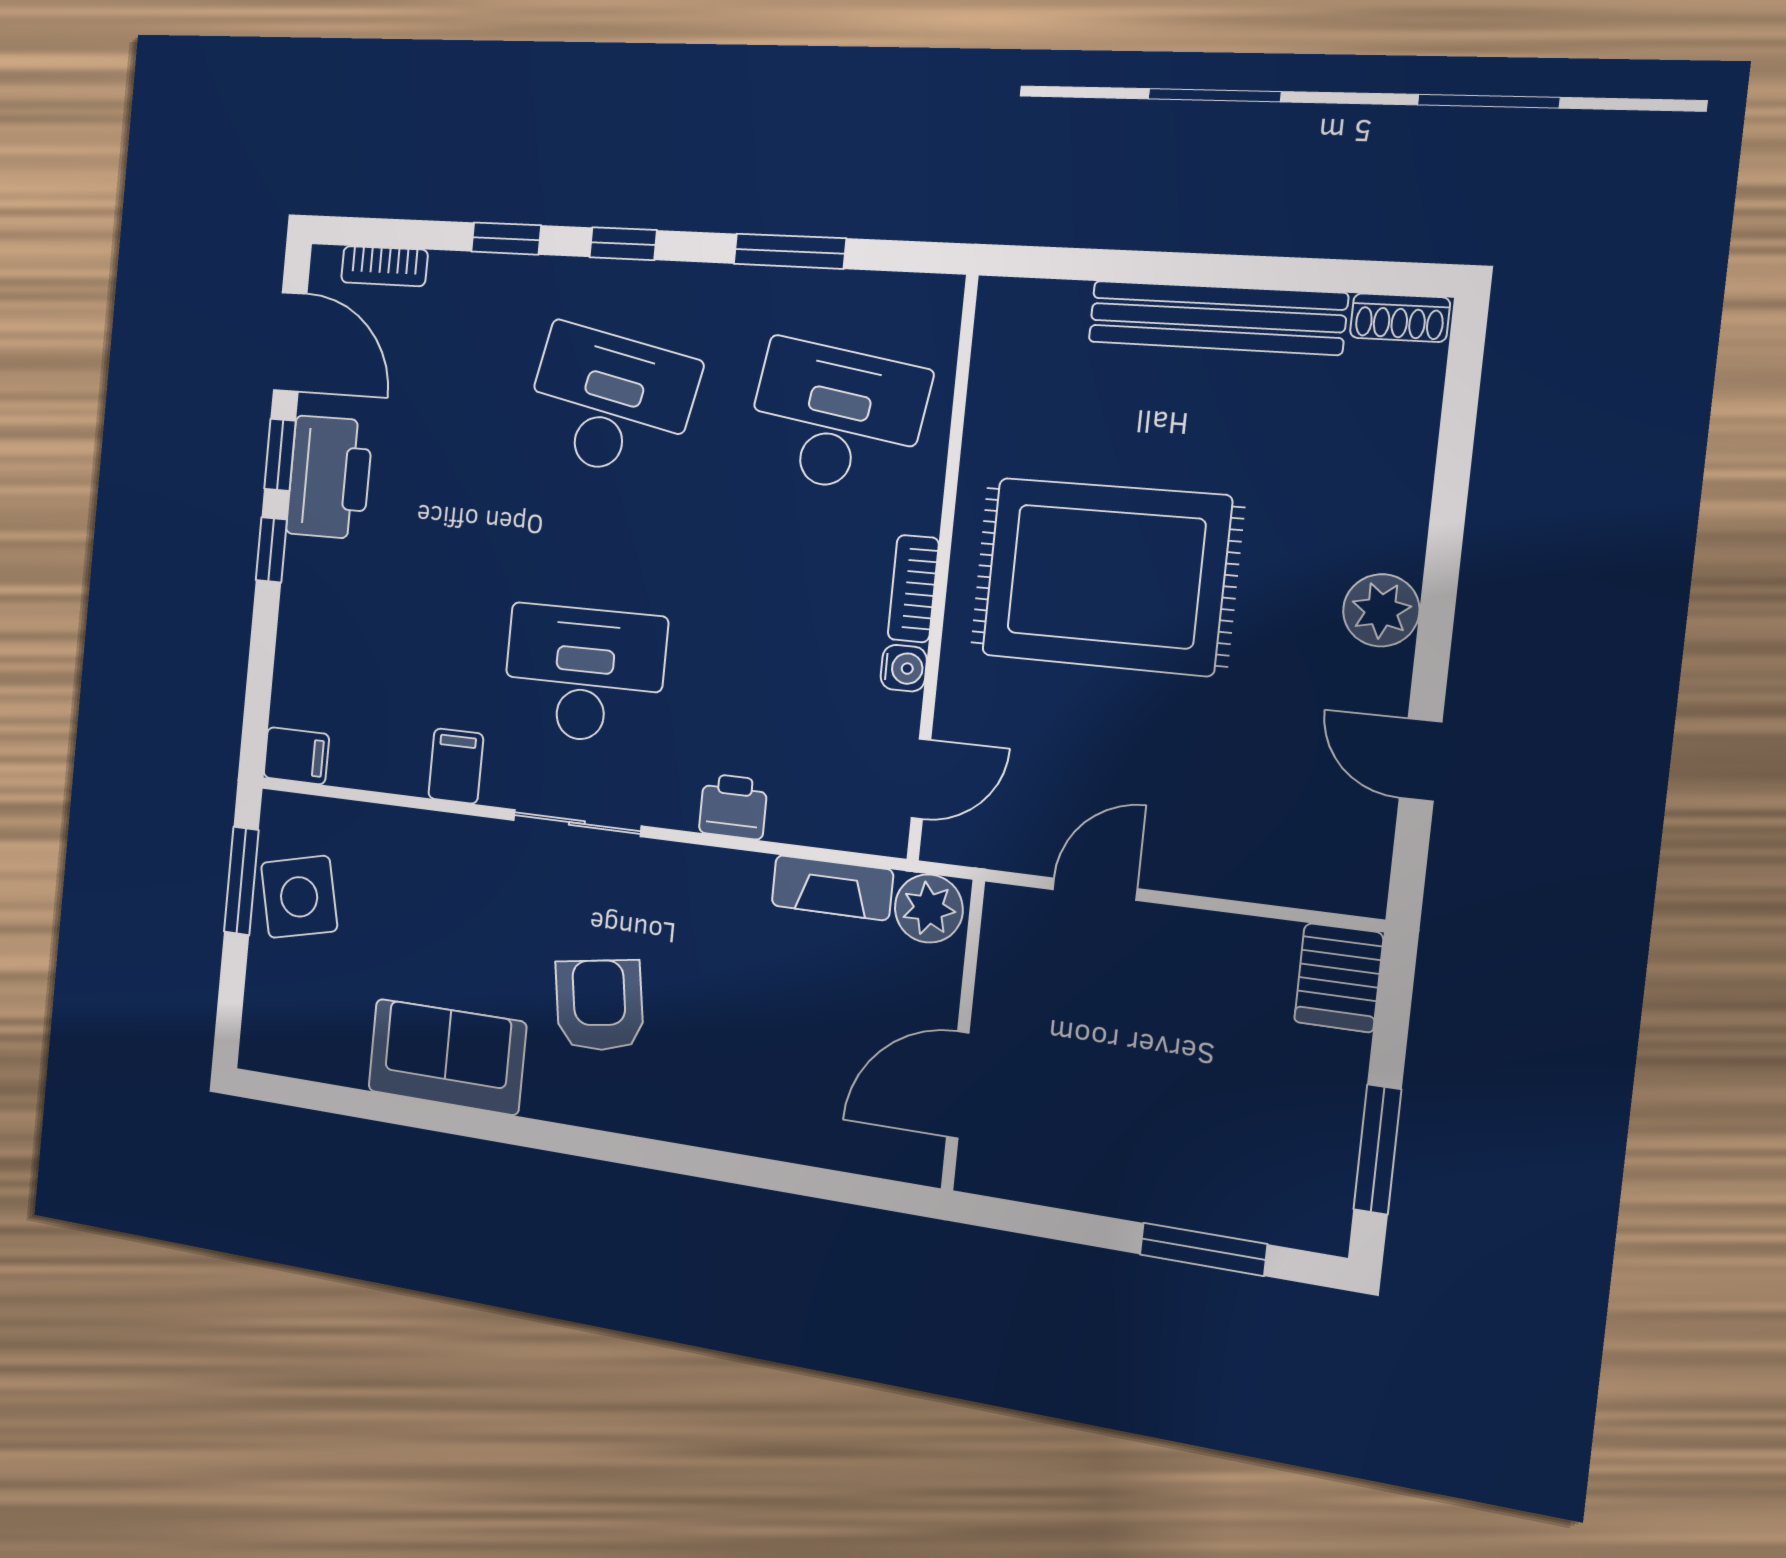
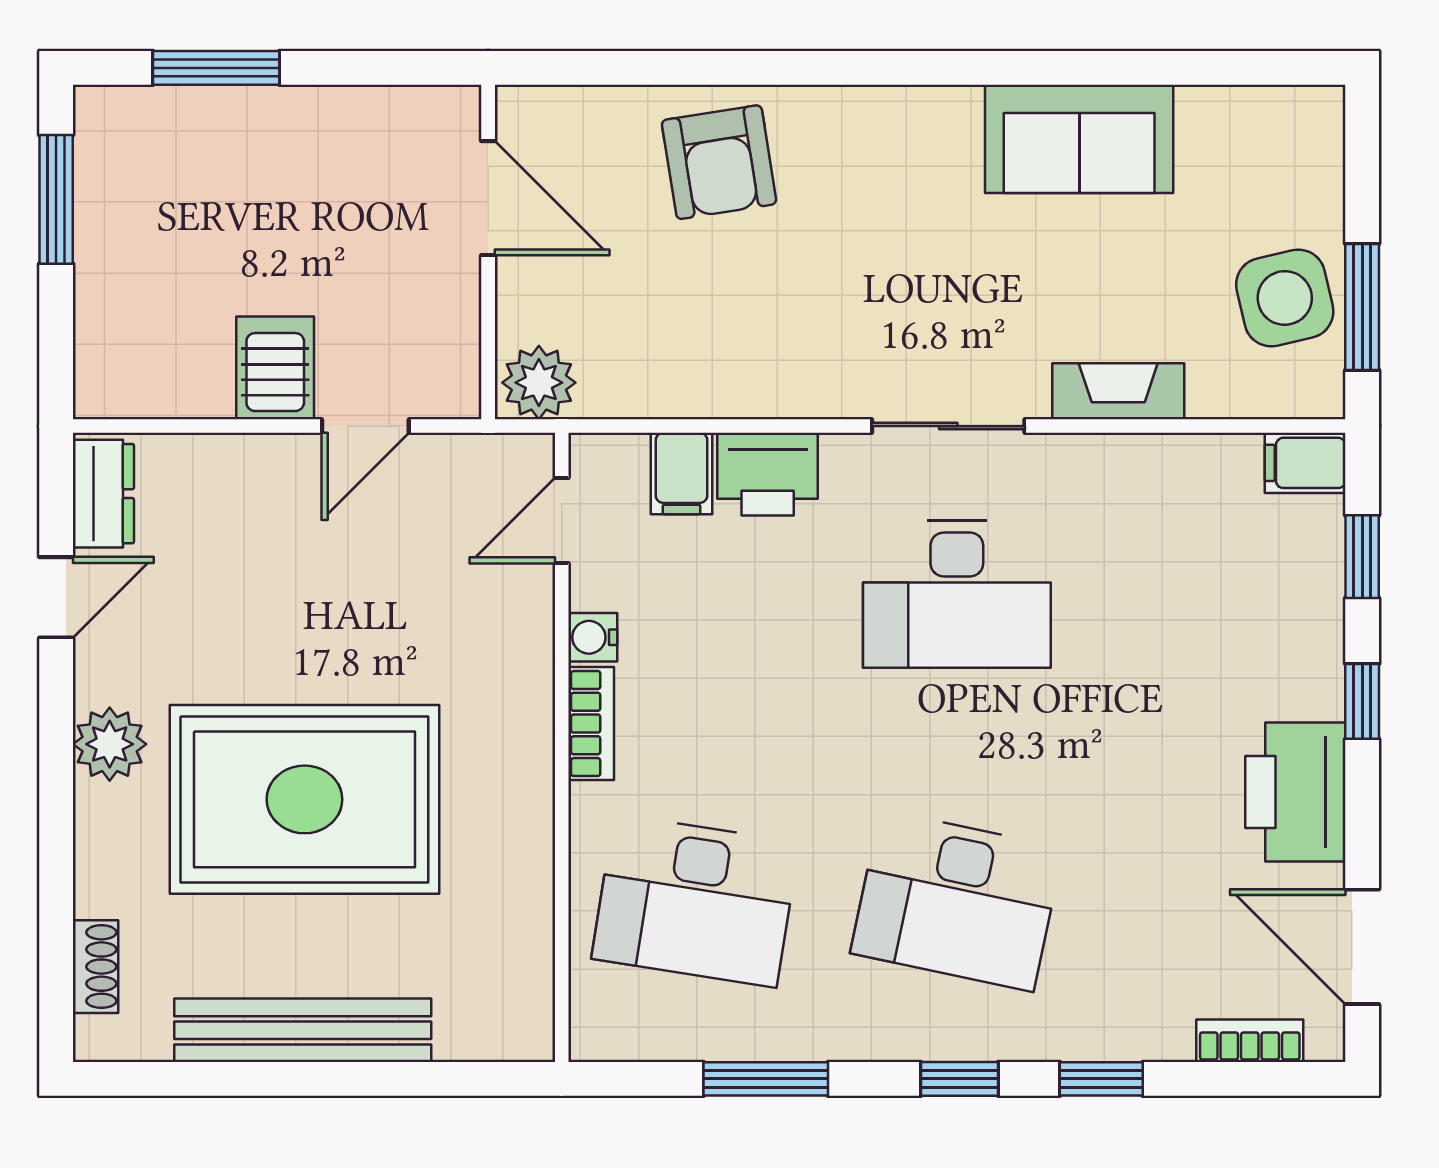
shoe rack: (1400, 318) -> (96, 967), moved, turned 90
window: (280, 455) -> (1362, 557), moved
rug: (1106, 576) -> (304, 799), moved
door: (1421, 760) -> (56, 597), hinge flipped
filing cabinet: (456, 766) -> (681, 474), moved
printer: (733, 807) -> (768, 474), width x1.36, depth x1.24
dresser: (1361, 856) -> (103, 494), added
fireplace: (832, 888) -> (1118, 391), moved
server rack: (1339, 977) -> (275, 368), moved
armchair: (599, 1005) -> (719, 162), moved
door: (958, 1085) -> (488, 198), hinge flipped

